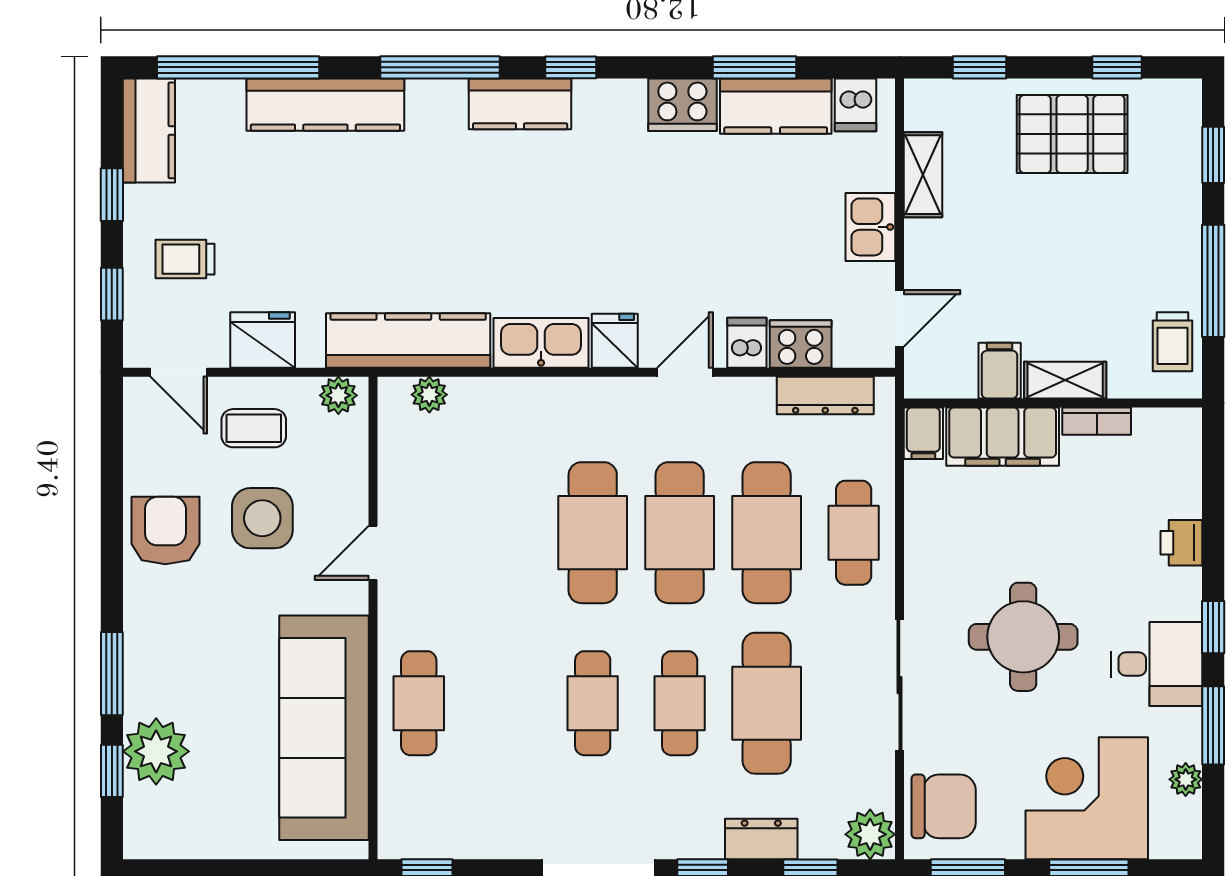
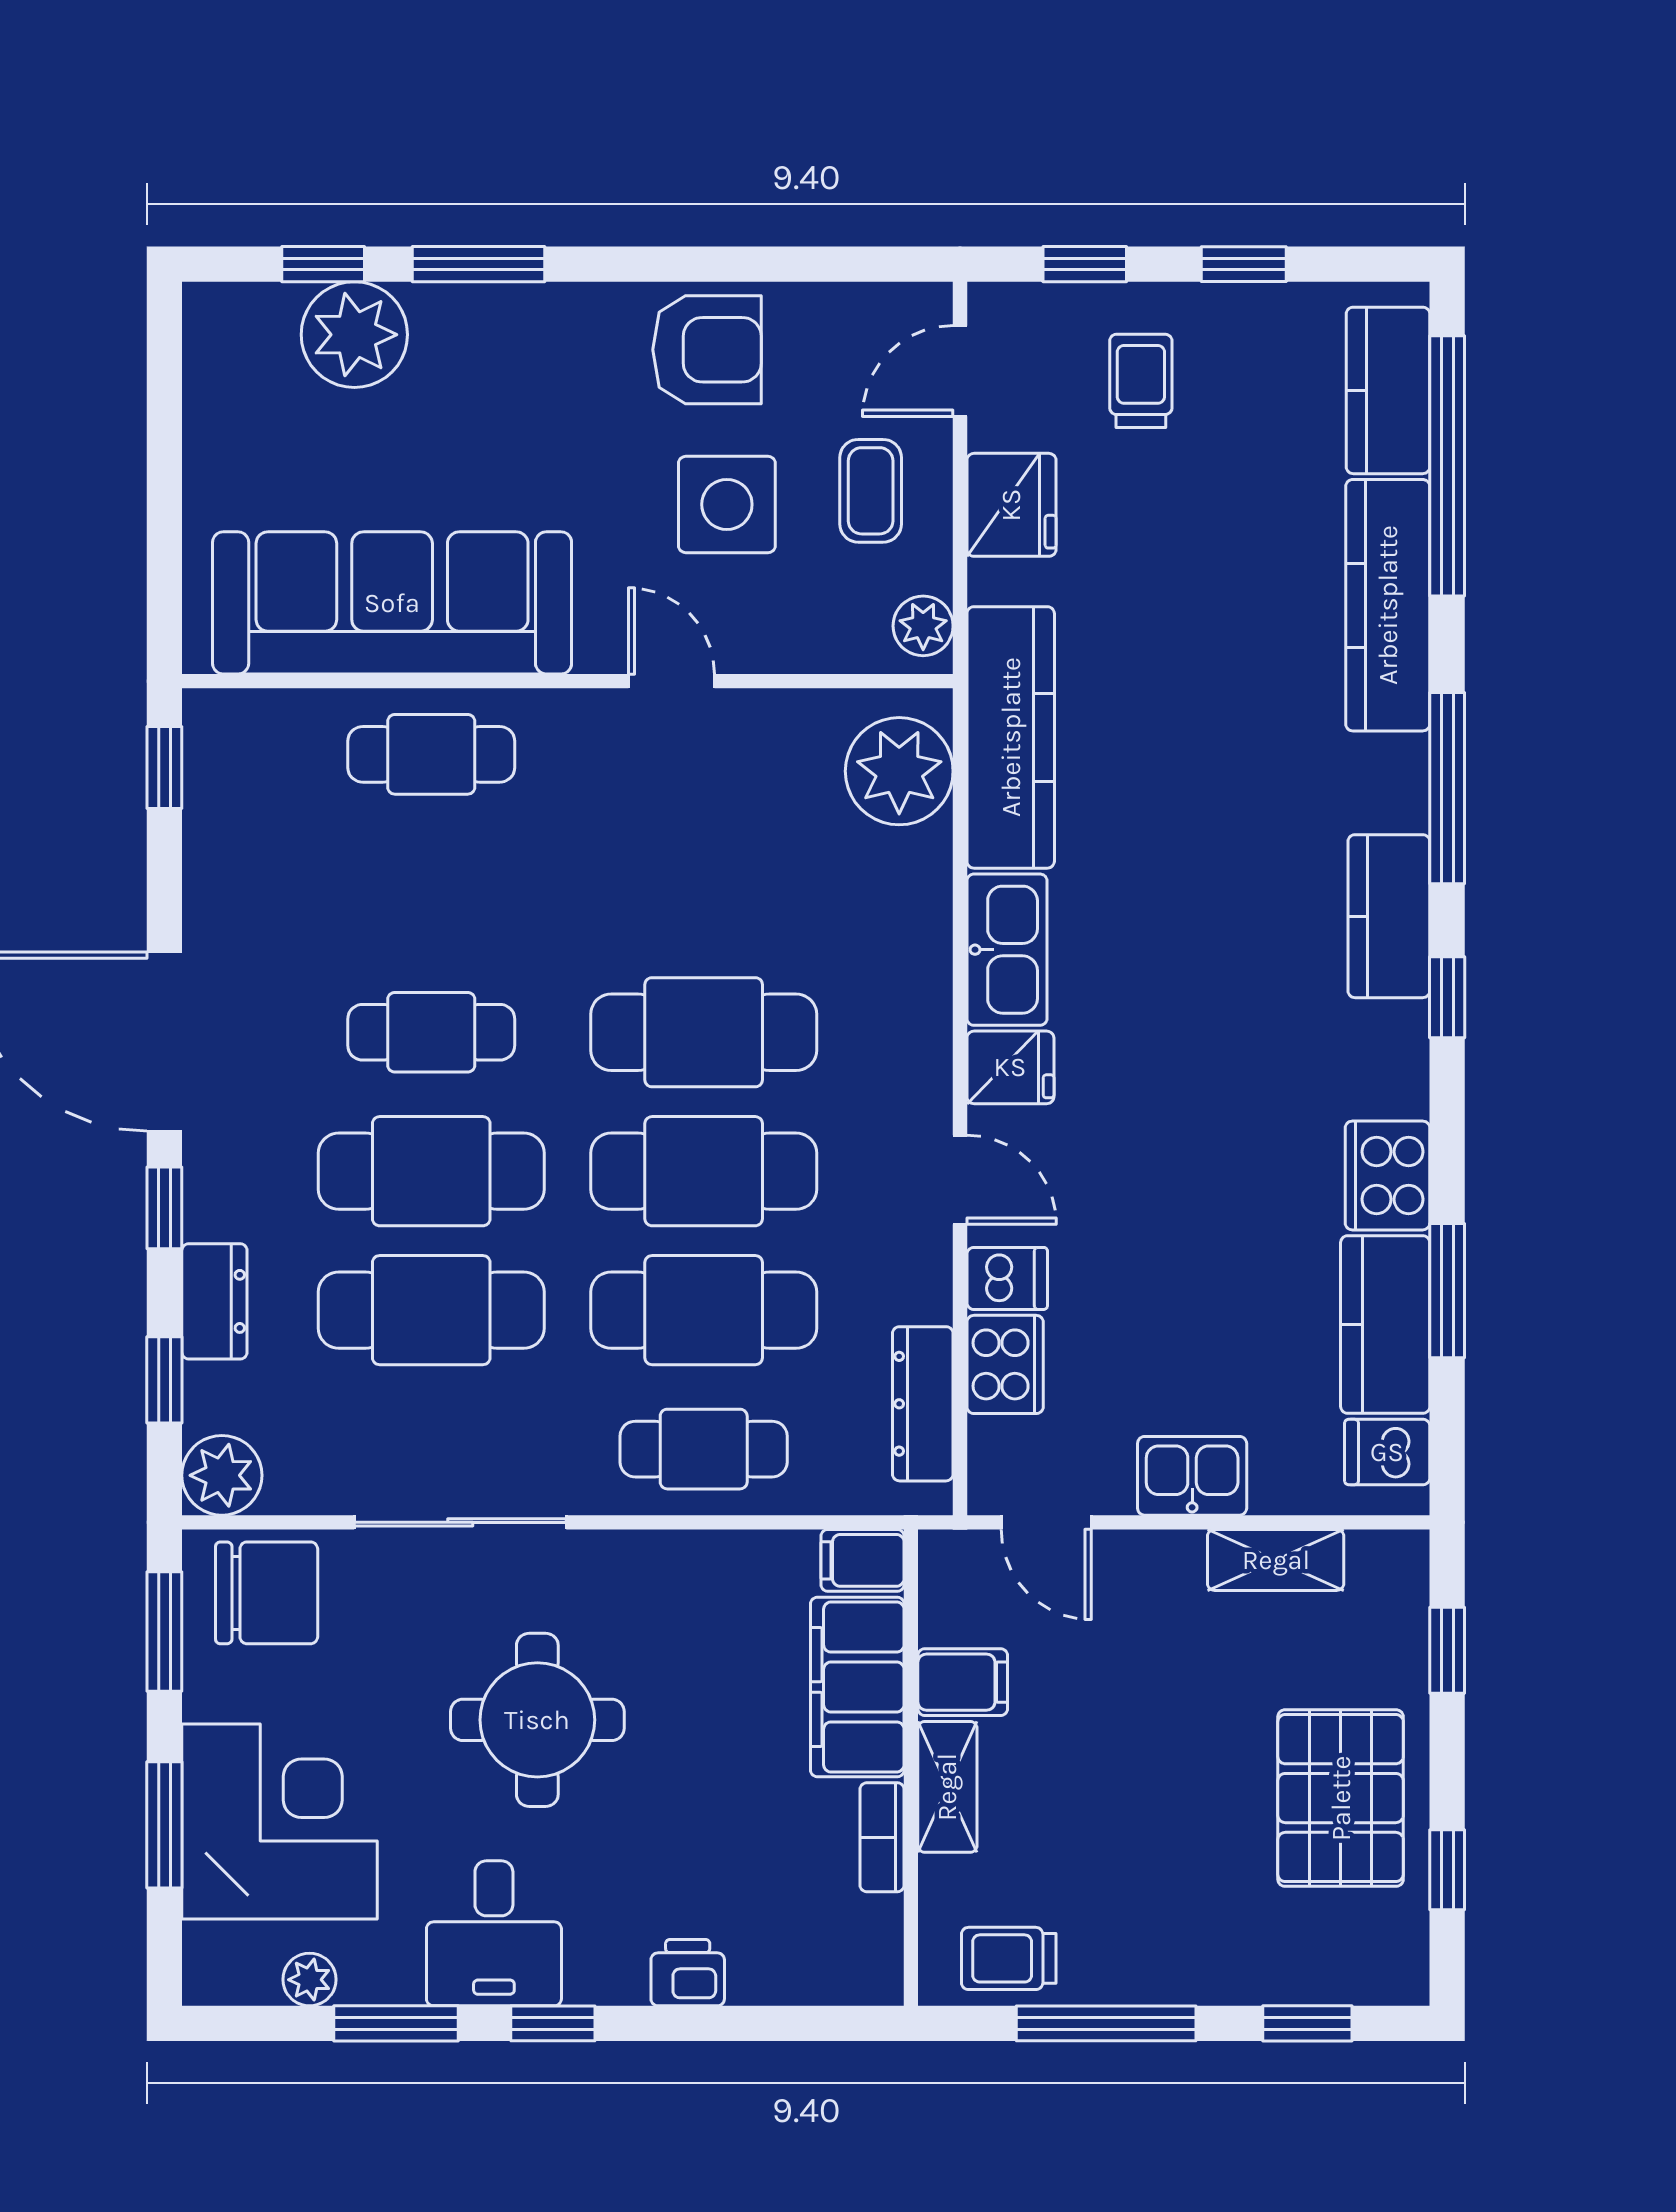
kitchen counter: (149, 130) -> (1388, 390), moved, turned 90
plant: (429, 395) -> (899, 771), width x1.88, depth x1.88
cafe table: (680, 703) -> (431, 1171), width x1.37, depth x1.35
chair: (944, 806) -> (267, 1593), turned -90

